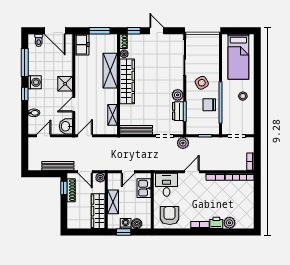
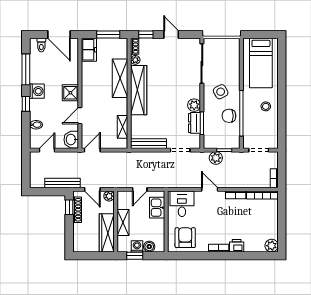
plant: (183, 143) -> (216, 158), moved
door: (192, 172) -> (210, 189), hinge flipped
plant: (230, 223) -> (272, 246), moved

